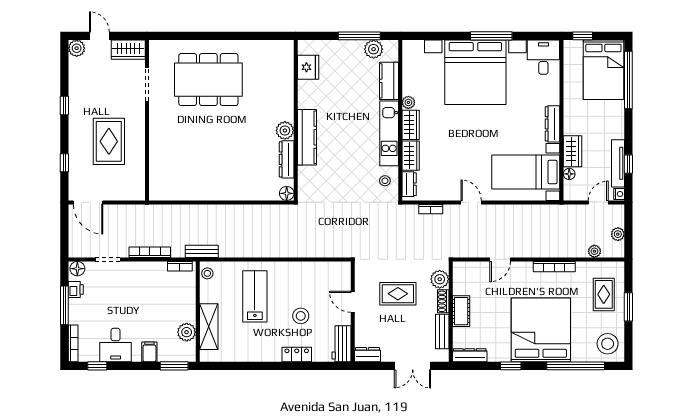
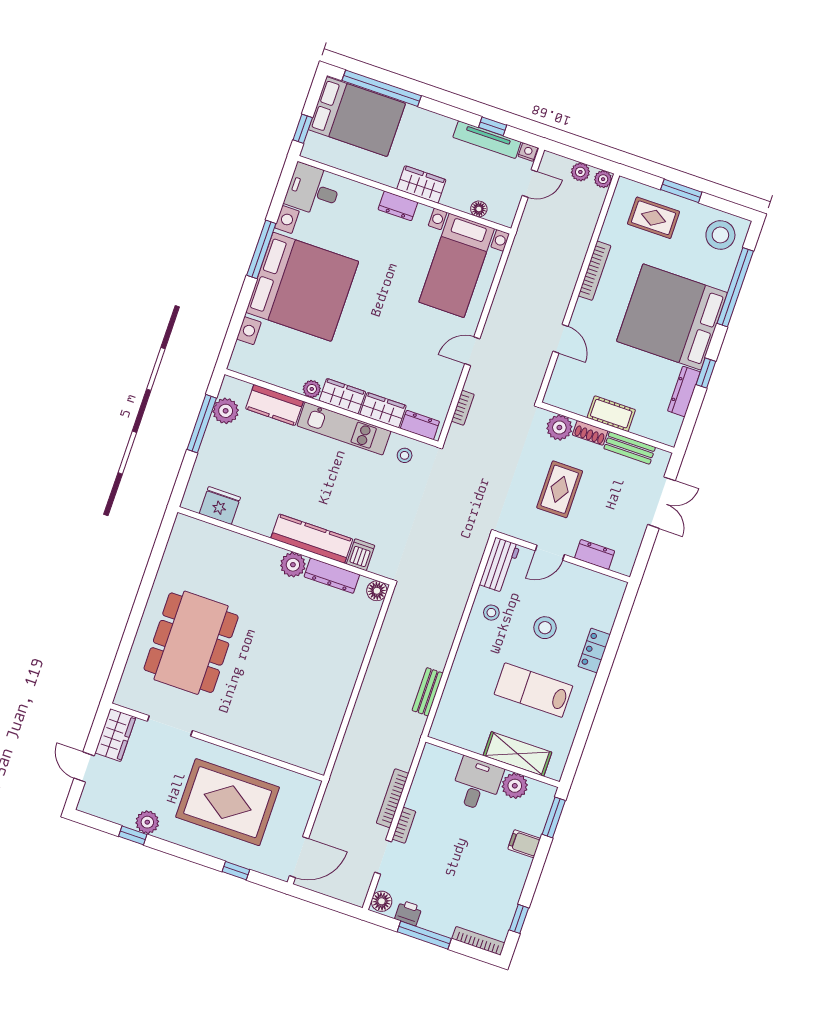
door: (99, 36) -> (84, 767), hinge flipped
plant: (77, 48) -> (147, 822), moved
window: (64, 106) -> (133, 835), moved
dresser: (552, 124) -> (398, 206), width x0.70
rug: (109, 141) -> (228, 802), width x1.37, depth x1.44
wardrobe: (572, 151) -> (421, 184), moved
dishwasher: (307, 174) -> (361, 555), added
door: (598, 202) -> (530, 183), swing flipped
bench: (202, 251) -> (428, 692), moved
plant: (594, 251) -> (603, 179), moved
bookcase: (180, 266) -> (404, 825), moved
stool: (207, 273) -> (491, 613), moved
lab bench: (255, 296) -> (533, 690), moved
workbench: (341, 344) -> (500, 565), moved, turned -90
desk: (116, 345) -> (477, 784), moved, turned -90
dresser: (367, 355) -> (595, 554), moved, turned 90
dresser: (470, 355) -> (684, 391), moved

